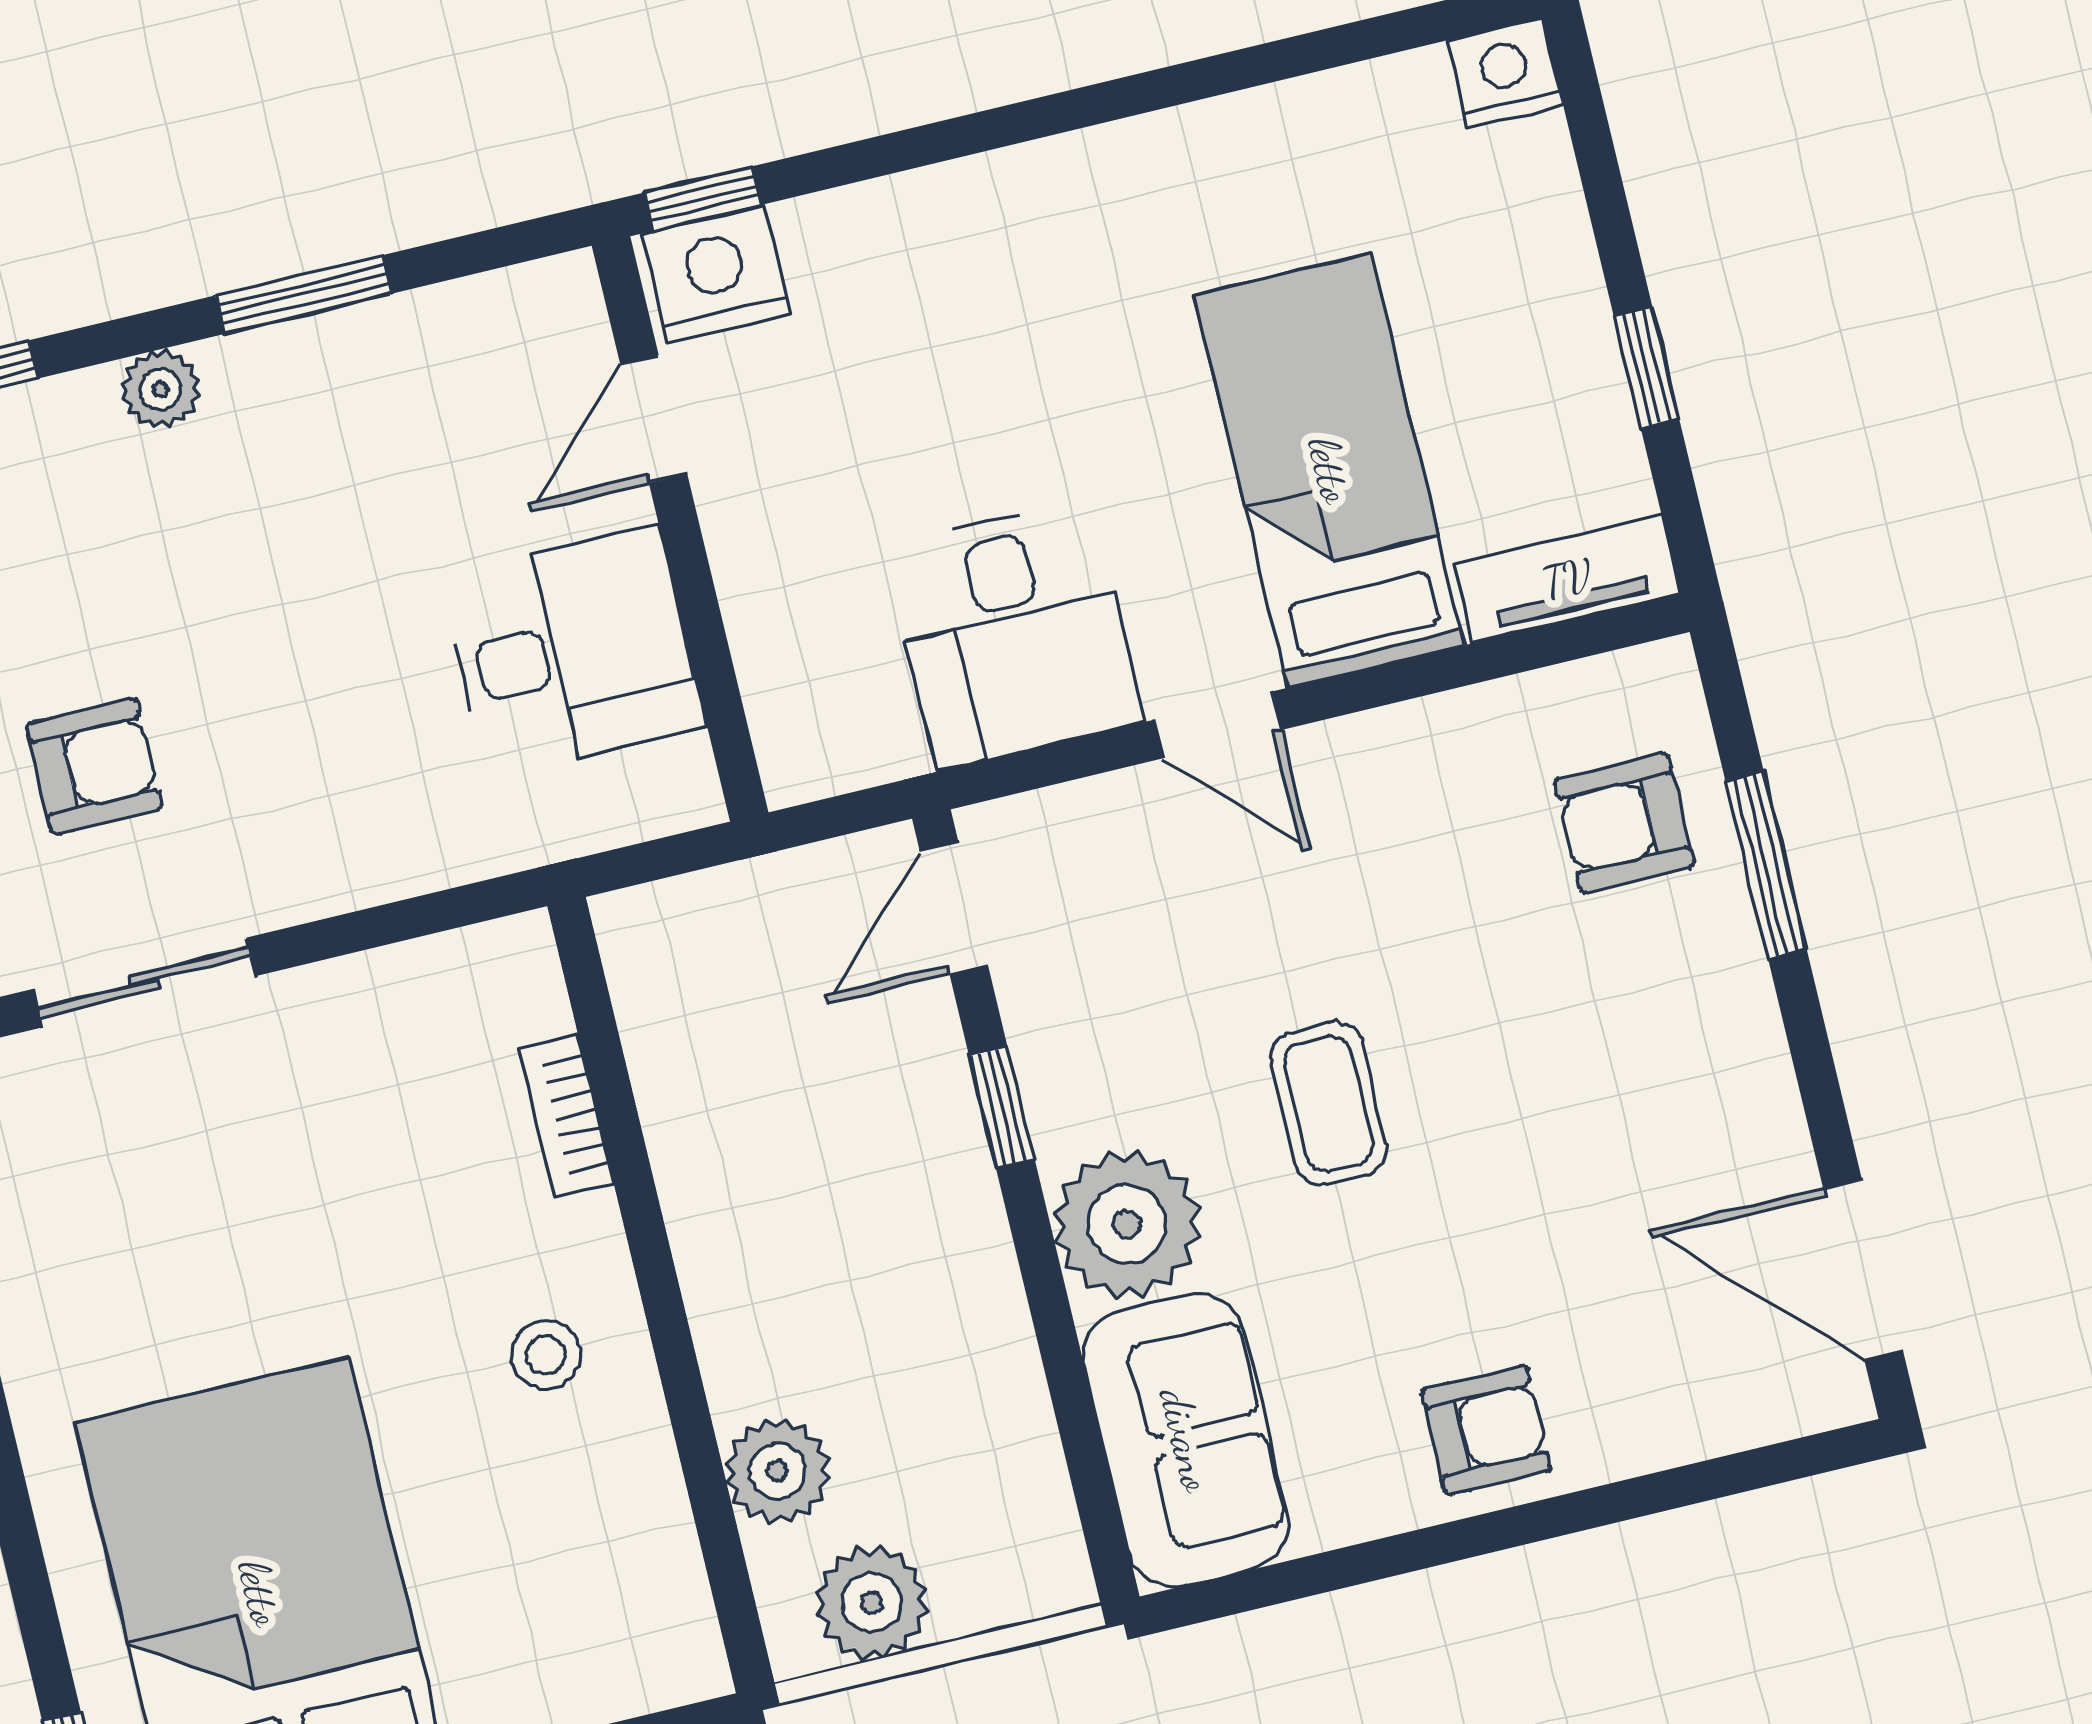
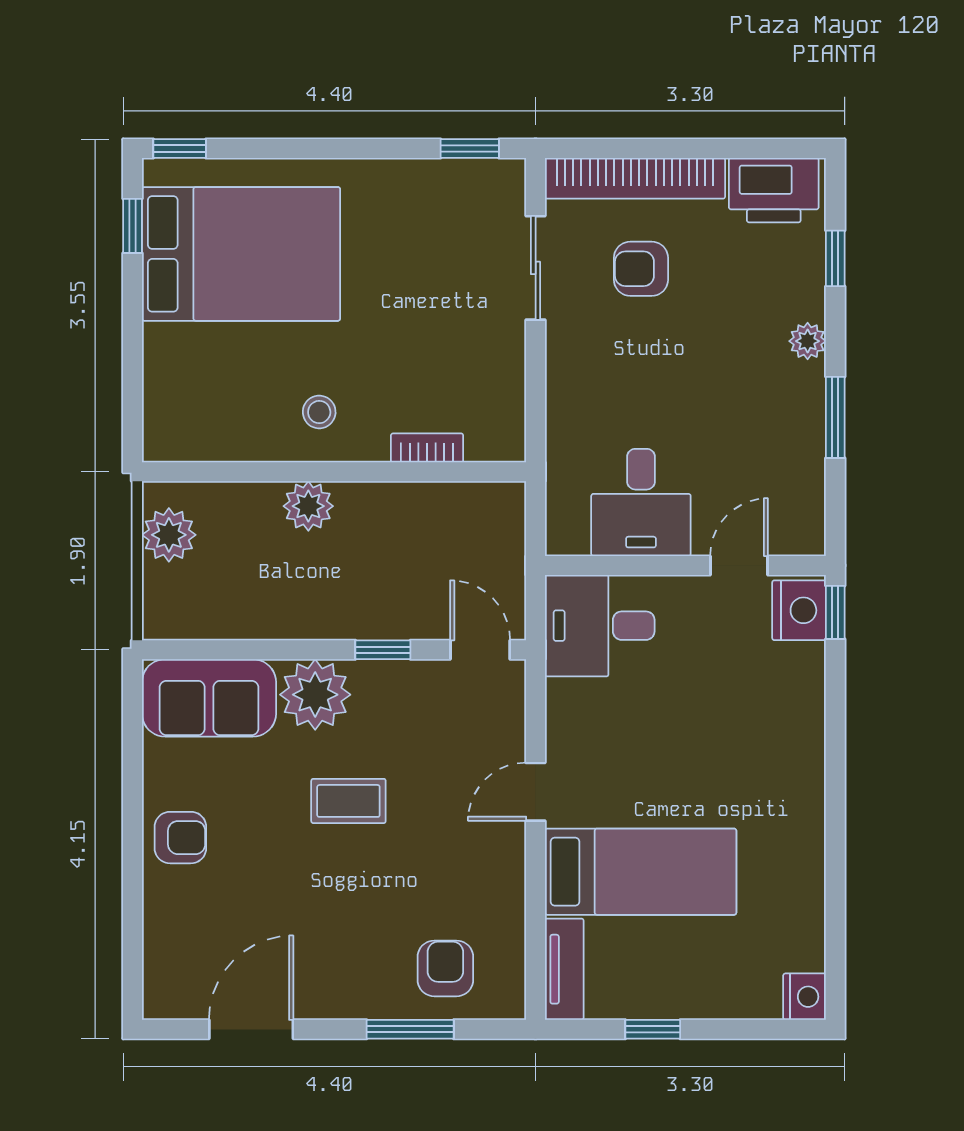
door: (654, 419) -> (739, 565), hinge flipped
desk: (1014, 635) -> (600, 626), moved
armchair: (94, 766) -> (641, 269), turned 90
door: (1863, 1270) -> (251, 1029), moved
armchair: (1486, 1430) -> (180, 838), turned -90
plant: (778, 1471) -> (308, 506), moved

